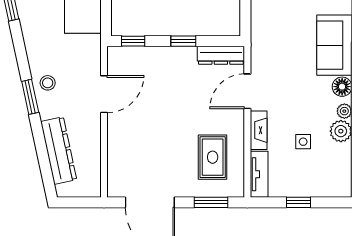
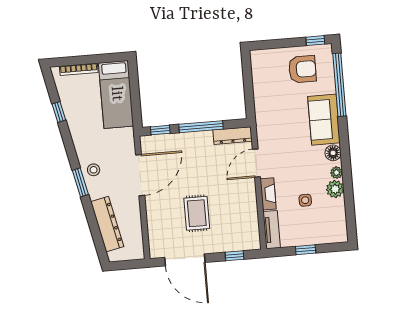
window: (183, 41) -> (201, 127), width x2.17
door: (104, 94) -> (140, 175), width x1.36
rug: (213, 157) -> (197, 213), moved
window: (211, 202) -> (235, 256), width x0.67

